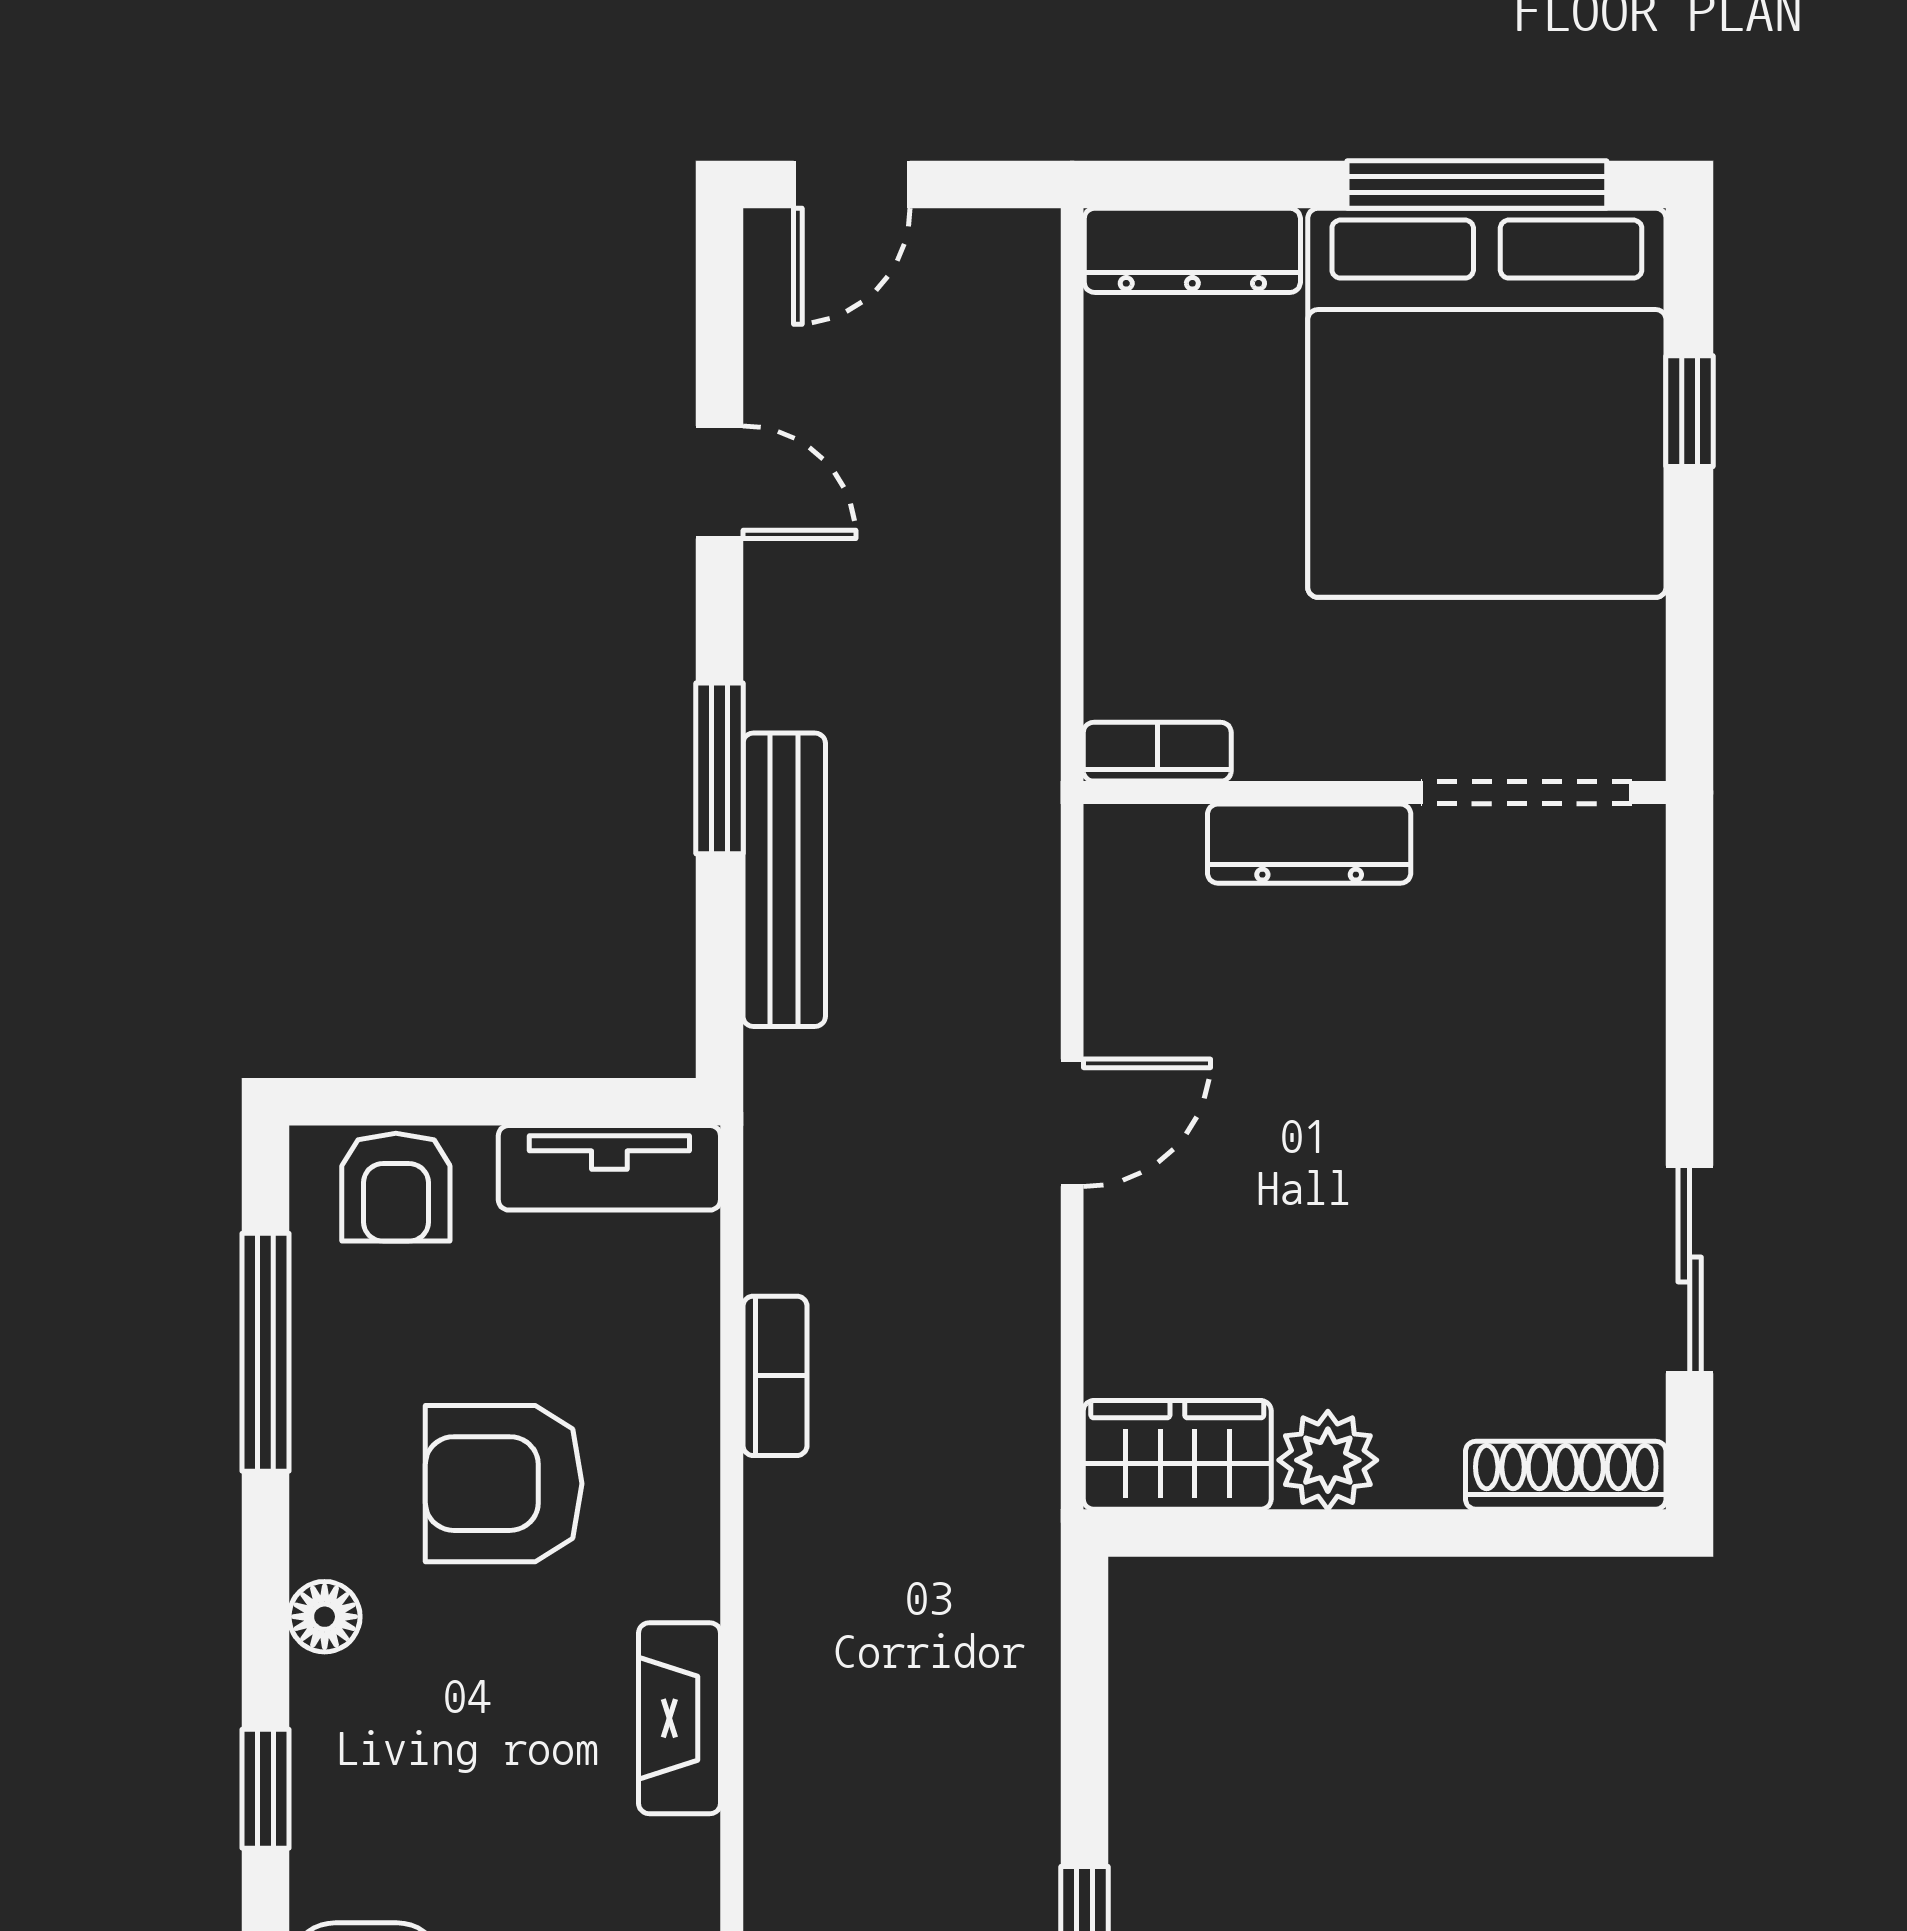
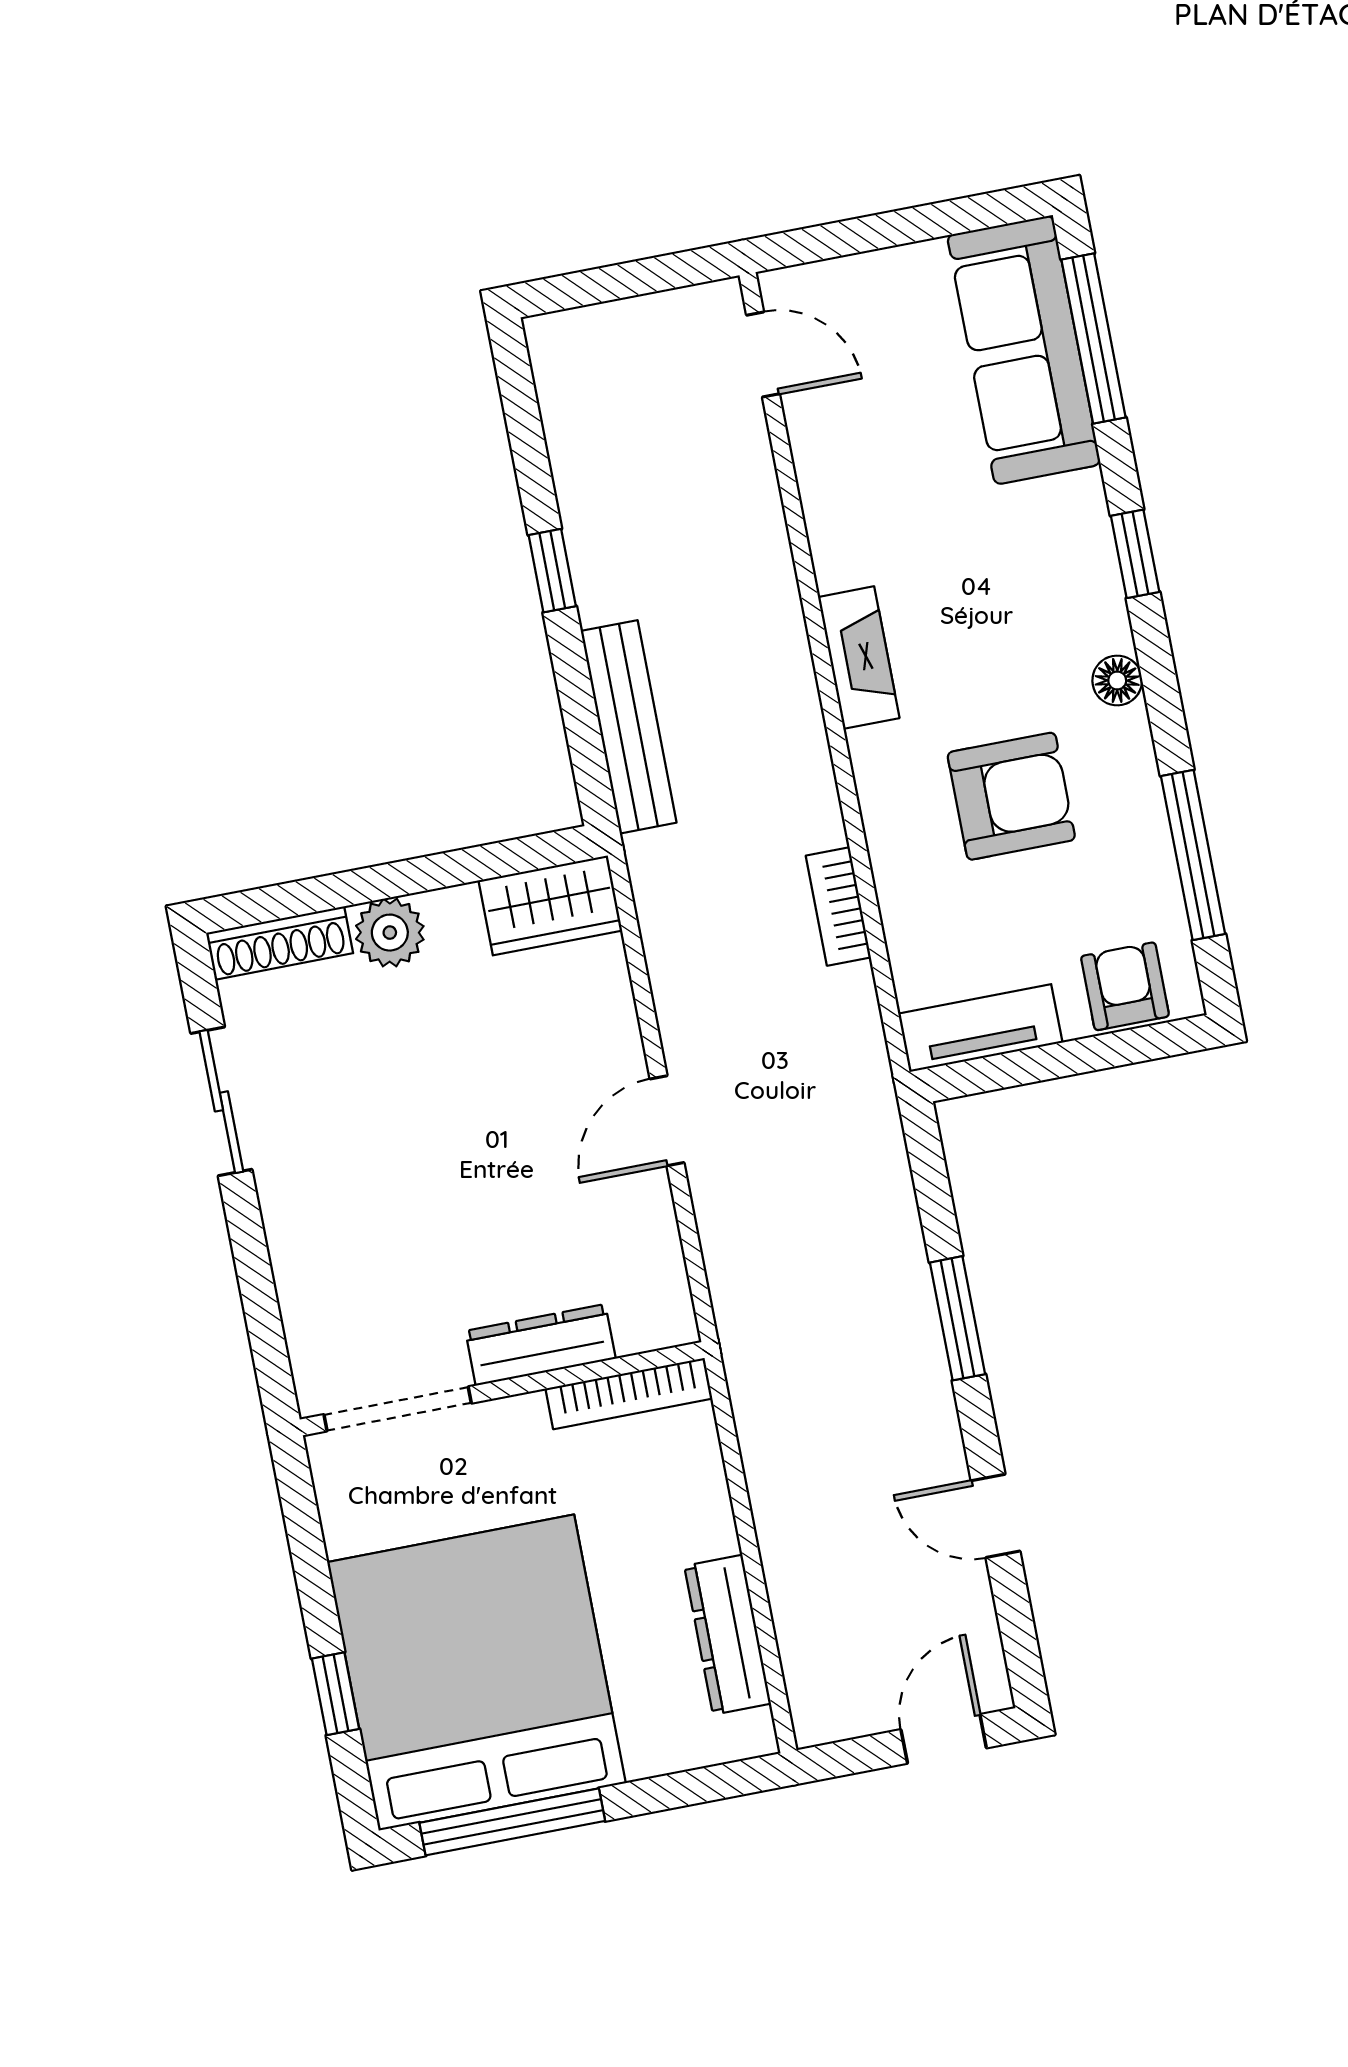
dresser: (1192, 250) -> (728, 1635), moved, turned -90
bookcase: (1157, 752) -> (629, 1394), width x1.56
bench: (784, 880) -> (629, 727), moved
plant: (1328, 1460) -> (390, 933), moved

